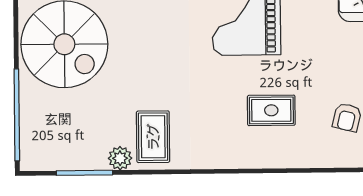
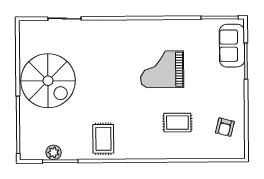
plant: (120, 158) -> (54, 152), moved

